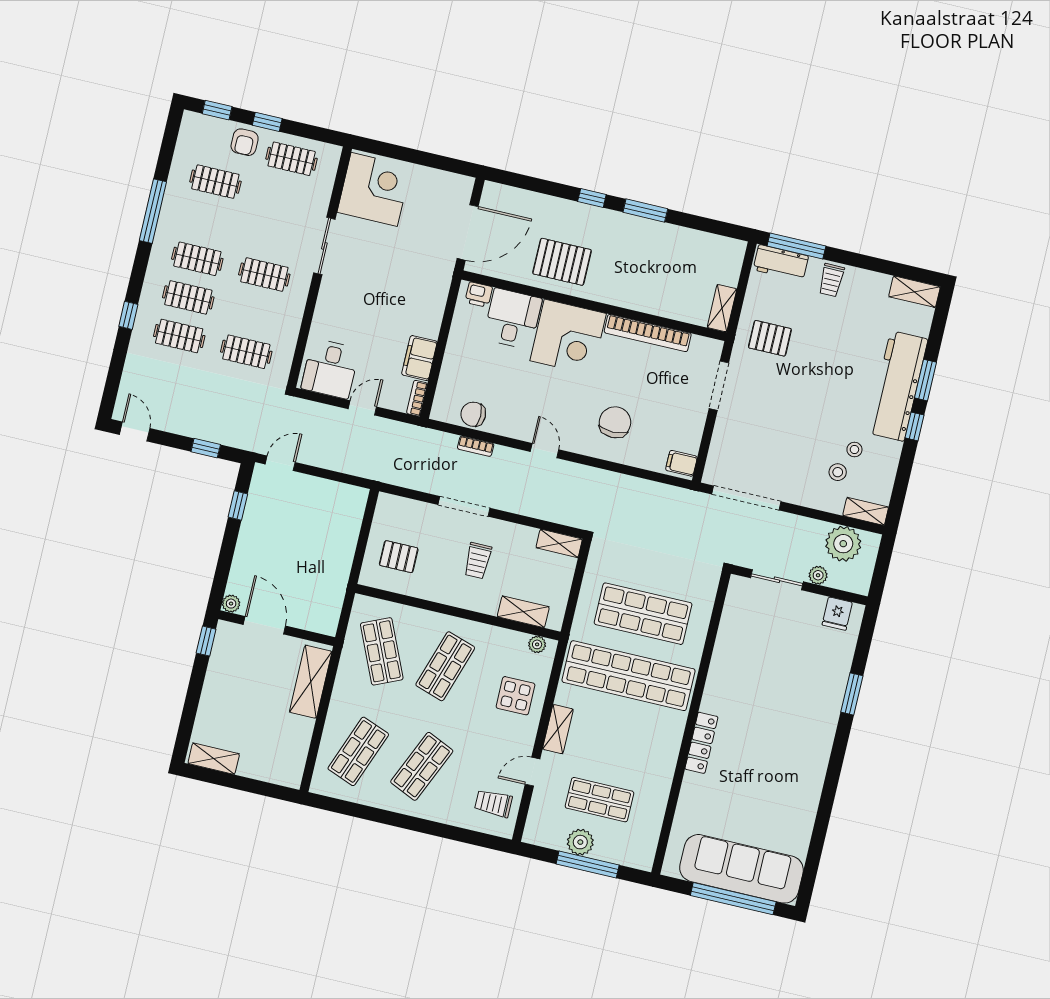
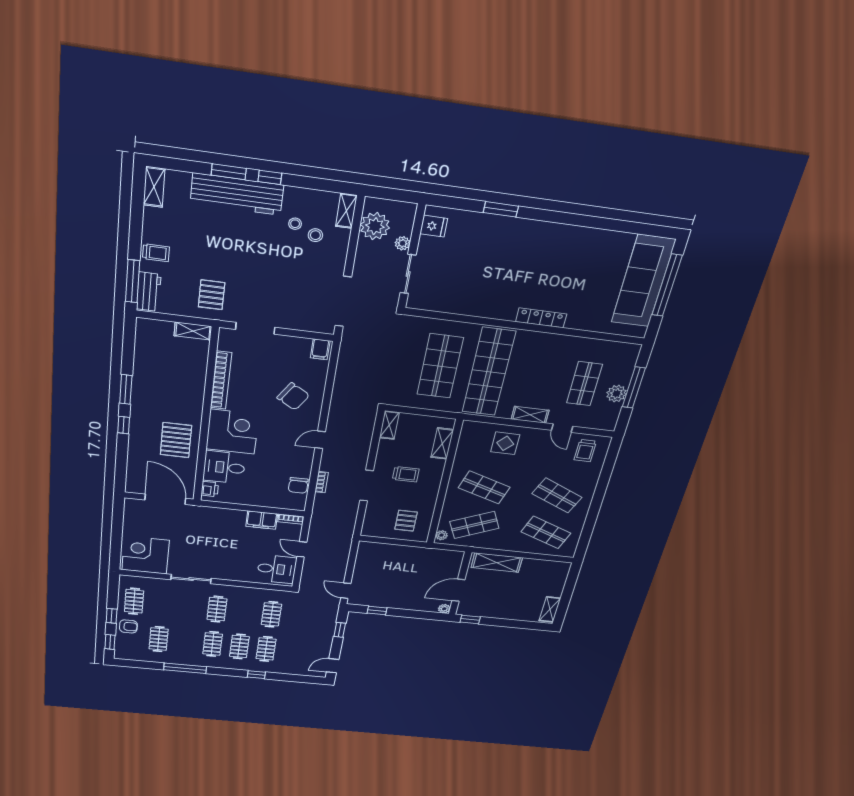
chair: (615, 422) -> (293, 396), turned -148
plant: (537, 644) -> (441, 535), moved

